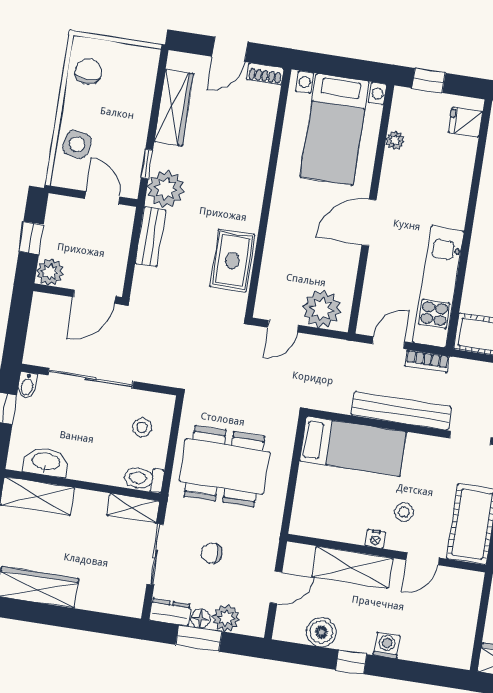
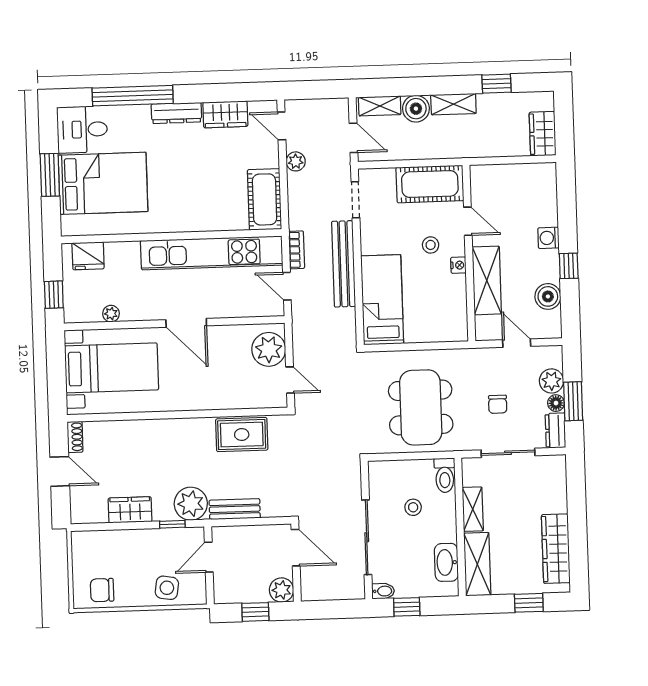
wardrobe: (174, 108) -> (130, 510), width x0.67
fridge: (466, 122) -> (88, 256), width x1.38
kitchen unit: (438, 287) -> (212, 253), width x1.36
stool: (142, 427) -> (413, 507), moved
shelving: (133, 508) -> (473, 509), moved

